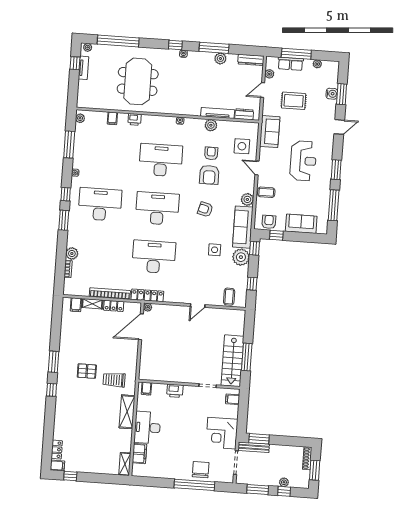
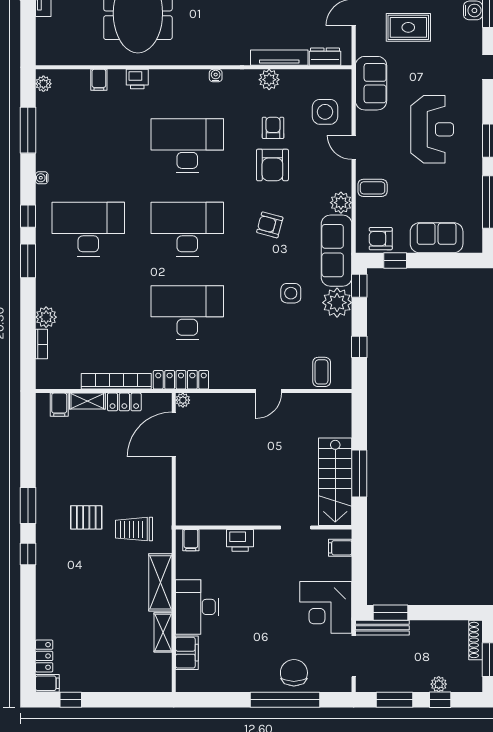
armchair: (269, 222) -> (381, 239), turned -90
shelving: (125, 464) -> (163, 632), moved

